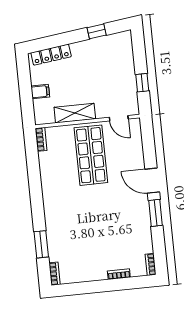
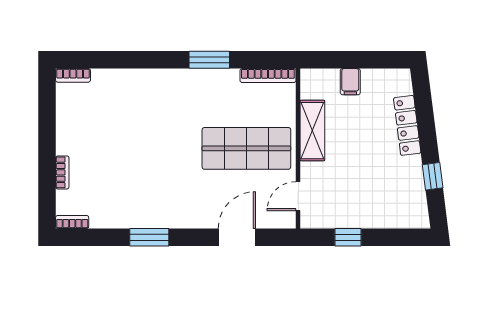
locker: (51, 55) -> (407, 125), moved
bookcase: (41, 139) -> (268, 76), width x1.56
door: (152, 181) -> (237, 237), moved
window: (41, 244) -> (209, 60), moved

